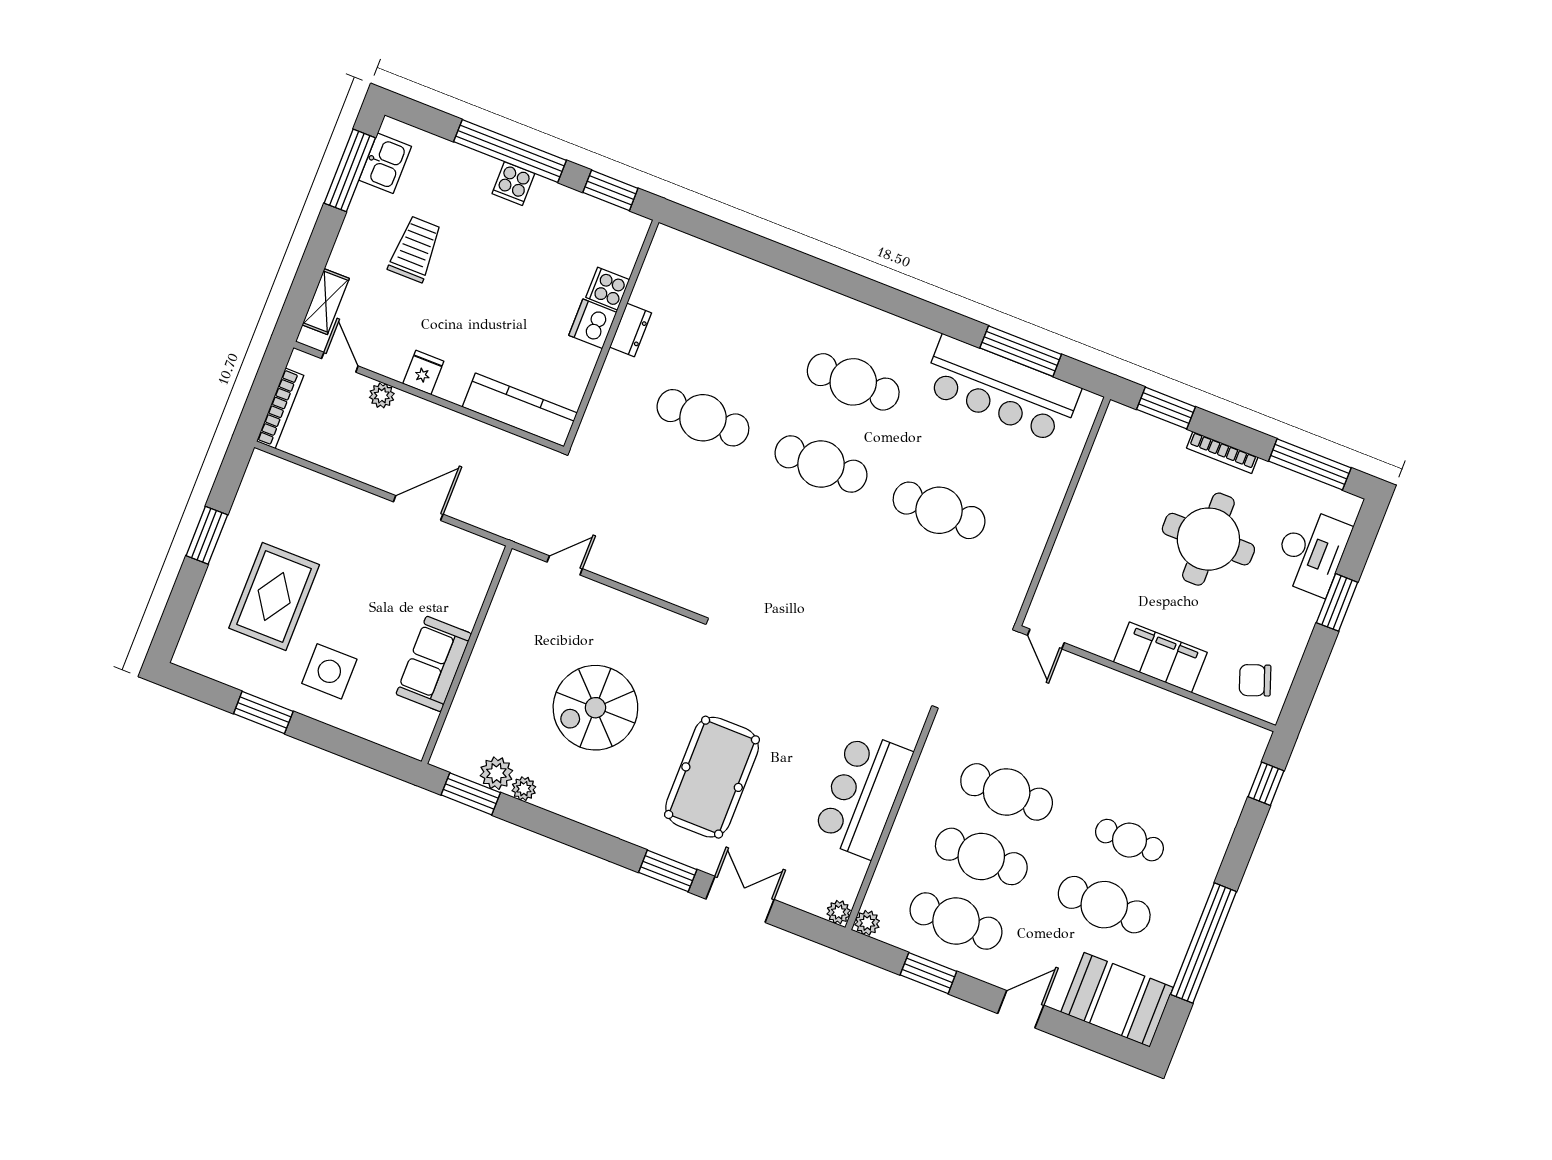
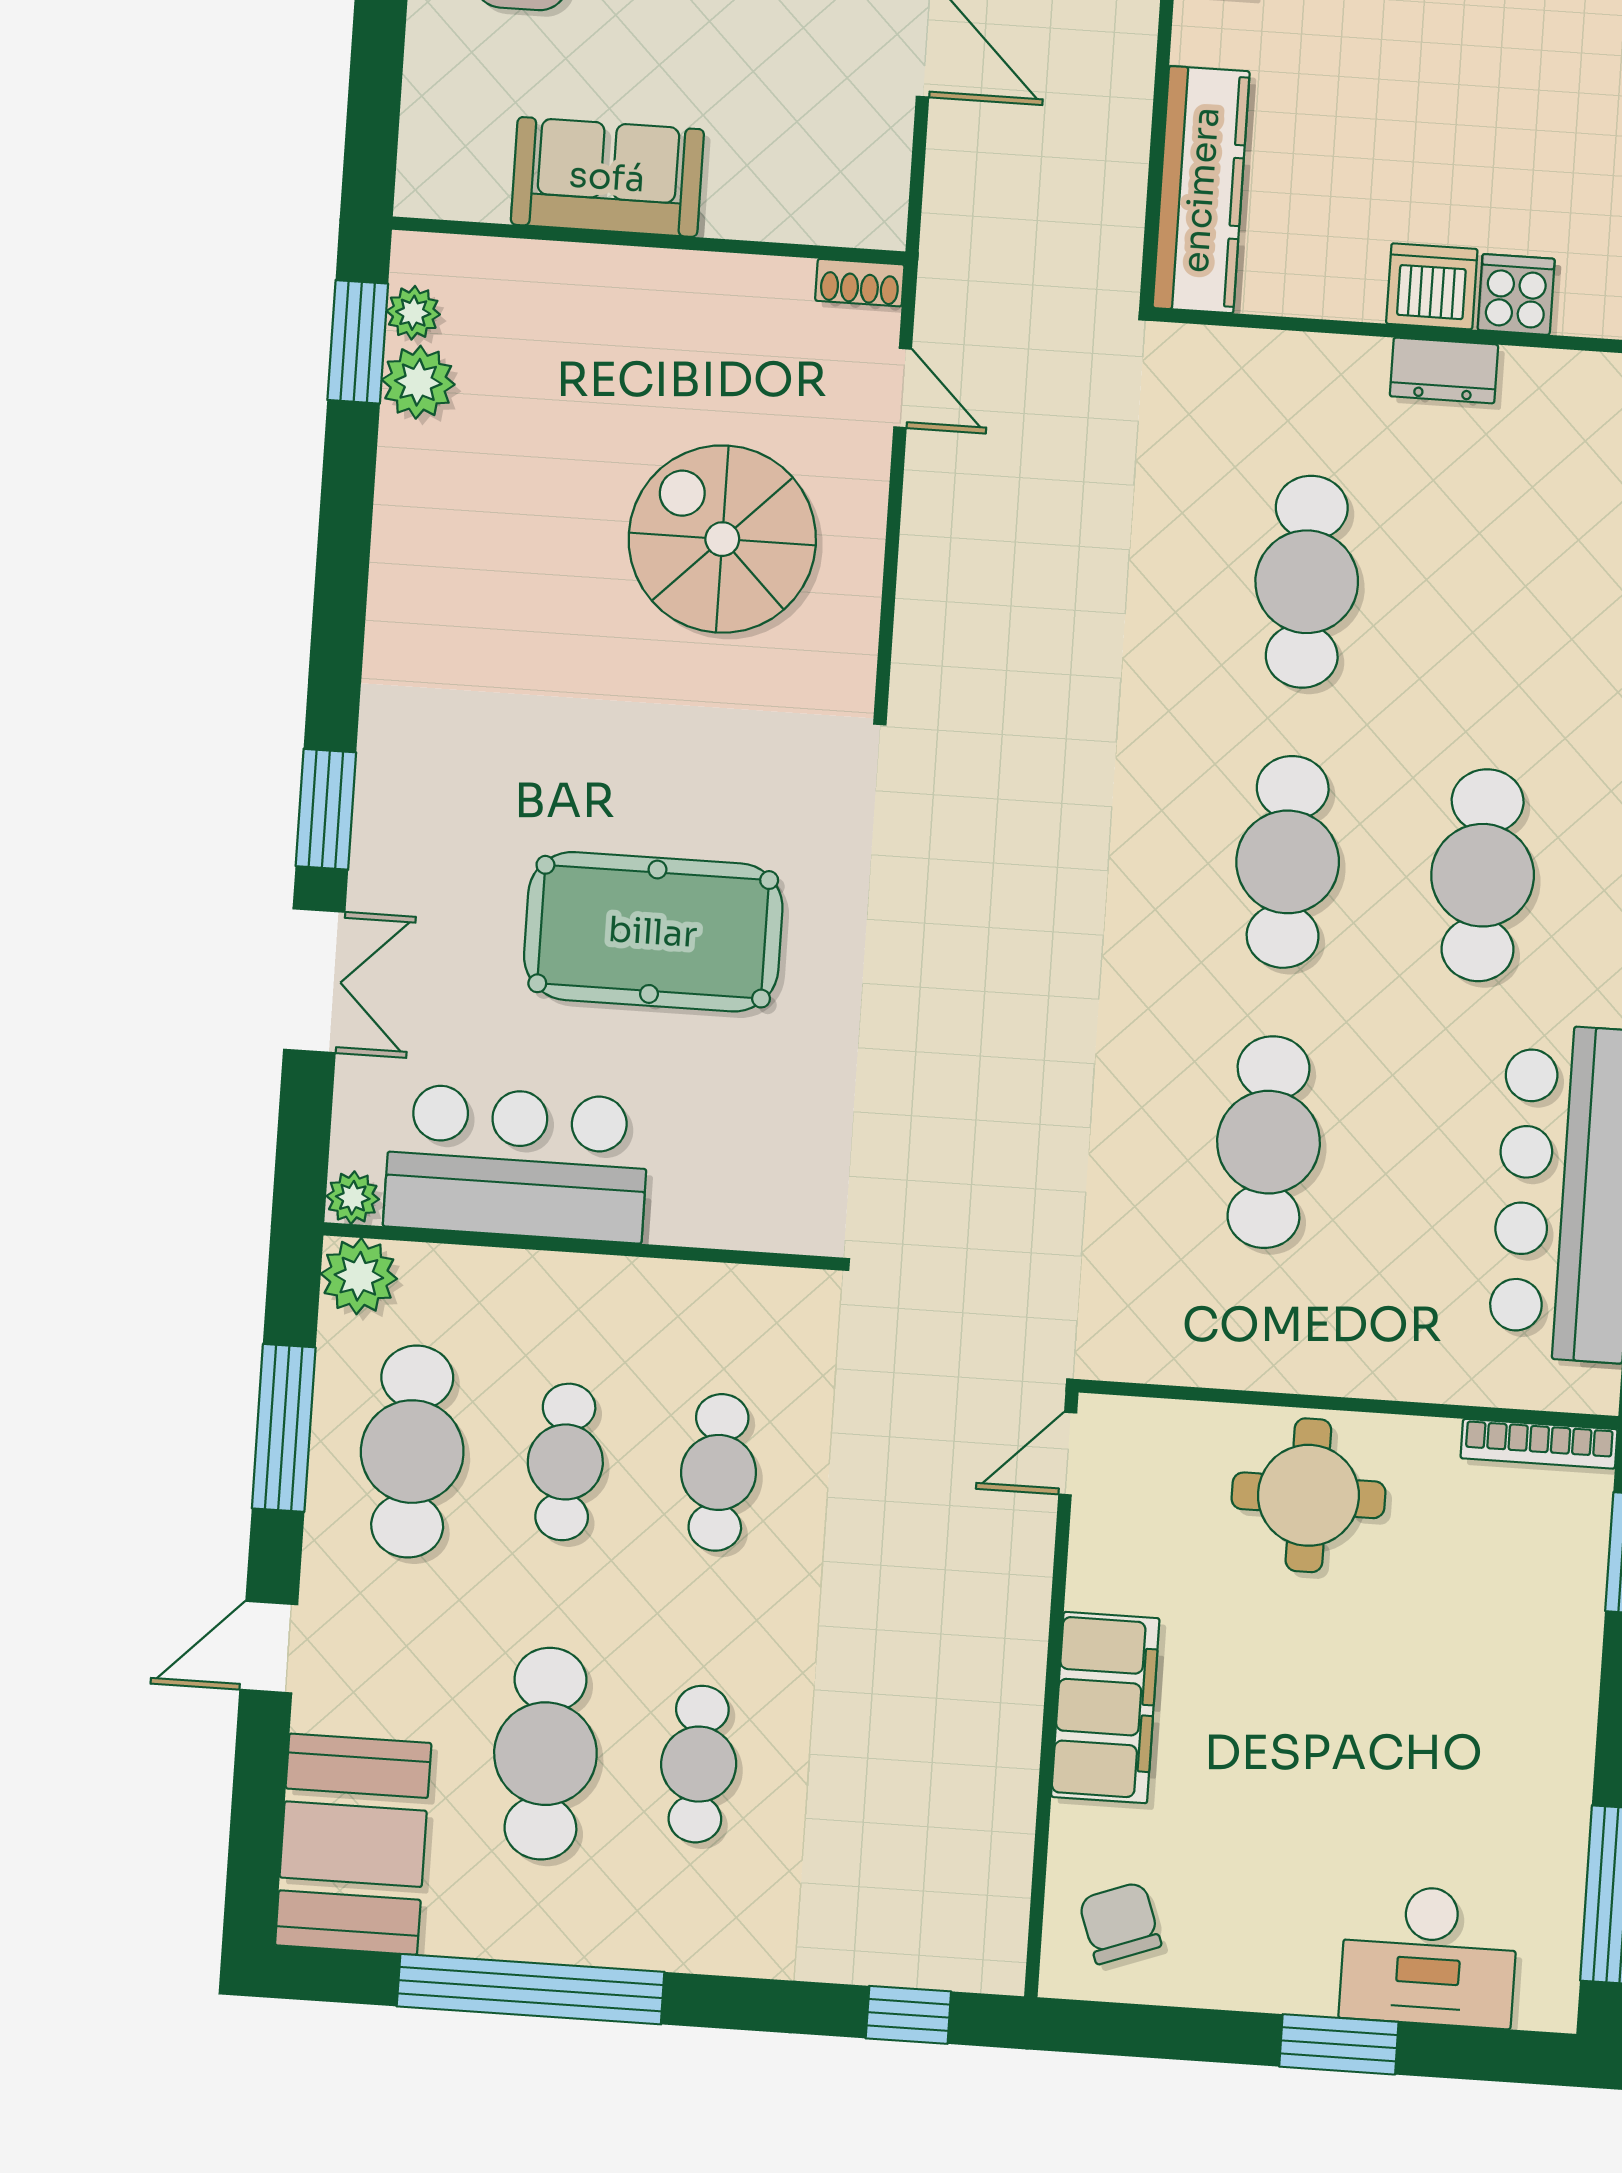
bookcase: (1222, 453) -> (1539, 1444), moved, turned -90
round table: (1208, 539) -> (1308, 1495), moved, width x0.73, depth x0.73
shoe rack: (513, 570) -> (860, 283), added
spiral stairs: (595, 708) -> (722, 539), moved
pool table: (712, 777) -> (653, 932), moved
plant: (524, 789) -> (413, 313), moved
cafe table: (1007, 792) -> (719, 1472), width x0.73, depth x0.74
bar counter: (863, 795) -> (517, 1163), moved
cafe table: (981, 856) -> (565, 1462), width x0.73, depth x0.74
plant: (867, 923) -> (359, 1276), width x1.38, depth x1.38
window: (928, 973) -> (284, 1428), width x1.44
door: (1021, 1009) -> (269, 1647), swing flipped

